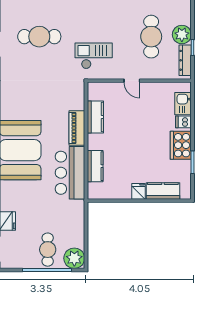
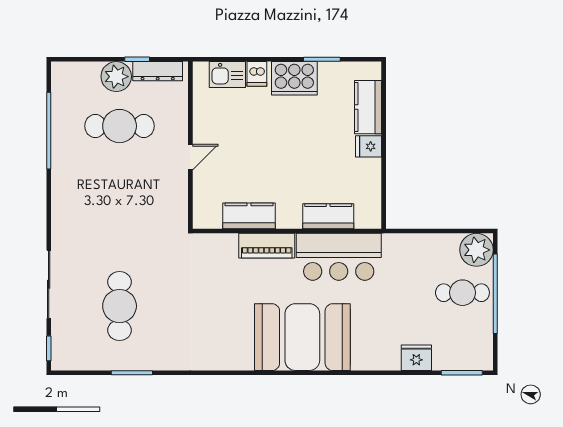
checkout: (94, 56) -> (150, 219), removed

